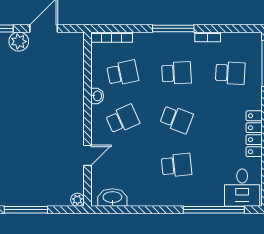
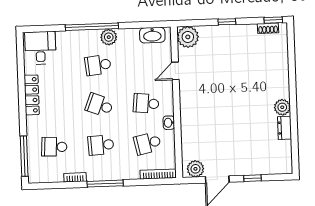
plant: (19, 41) -> (195, 169), moved
school desk: (123, 119) -> (146, 103), turned 30
plant: (163, 197) -> (109, 37), added
plant: (77, 200) -> (188, 37), width x1.88, depth x1.88
window: (26, 210) -> (227, 22), width x0.46
window: (214, 210) -> (92, 27), moved

